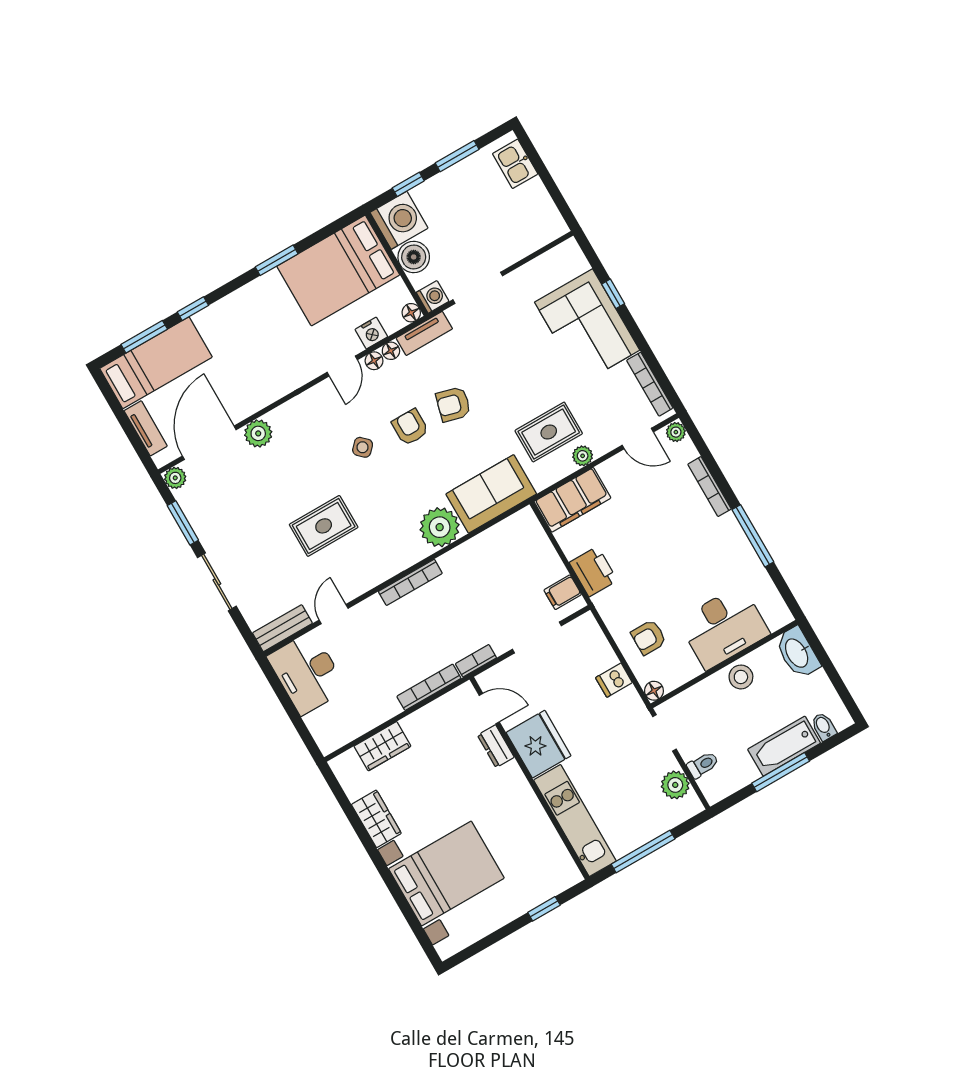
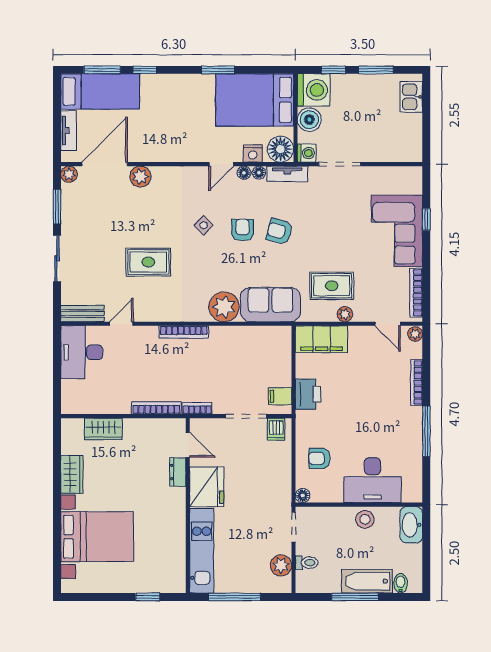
floor lamp: (411, 313) -> (280, 149), width x1.89, depth x1.89
dishwasher: (614, 680) -> (276, 429), moved, turned -90

